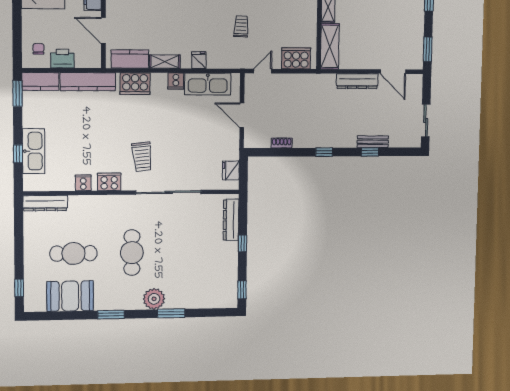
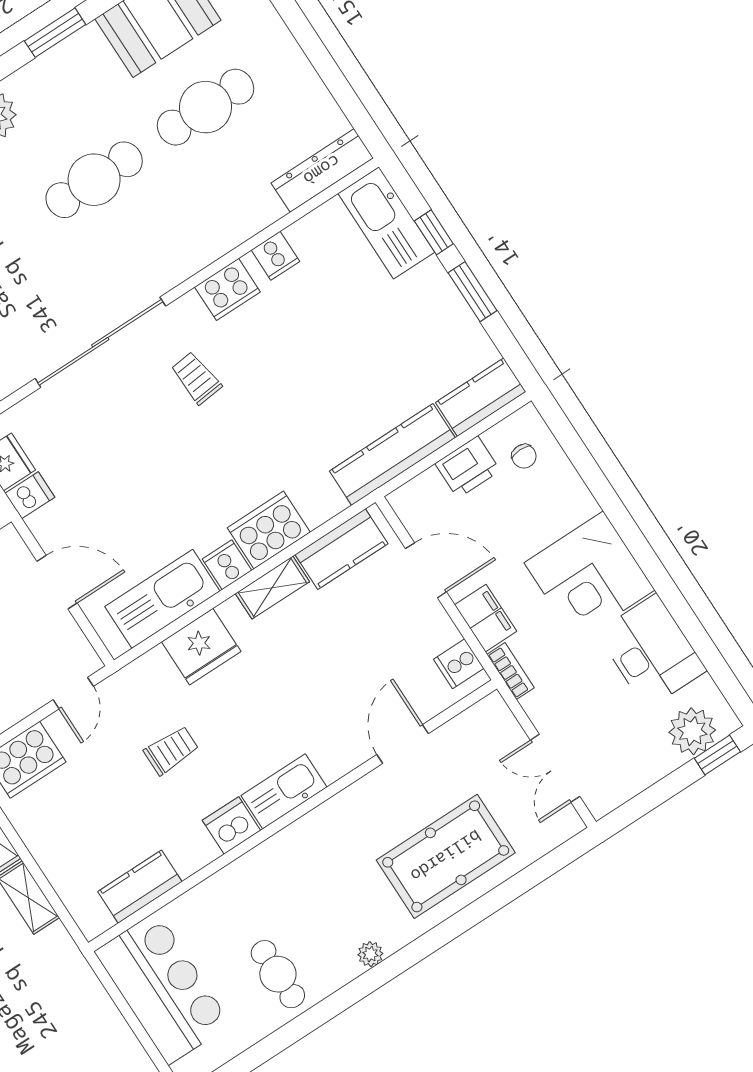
trolley: (241, 26) -> (171, 750), turned -93
fridge: (199, 60) -> (201, 647), width x1.88, depth x1.34
cooker: (135, 84) -> (269, 530), moved
window: (18, 93) -> (472, 292), moved
kitchen sink: (34, 151) -> (386, 223), moved
dishwasher: (231, 153) -> (30, 495), added
trolley: (142, 157) -> (196, 378), width x0.73, depth x0.72
cafe table: (132, 253) -> (94, 180), turned 90

